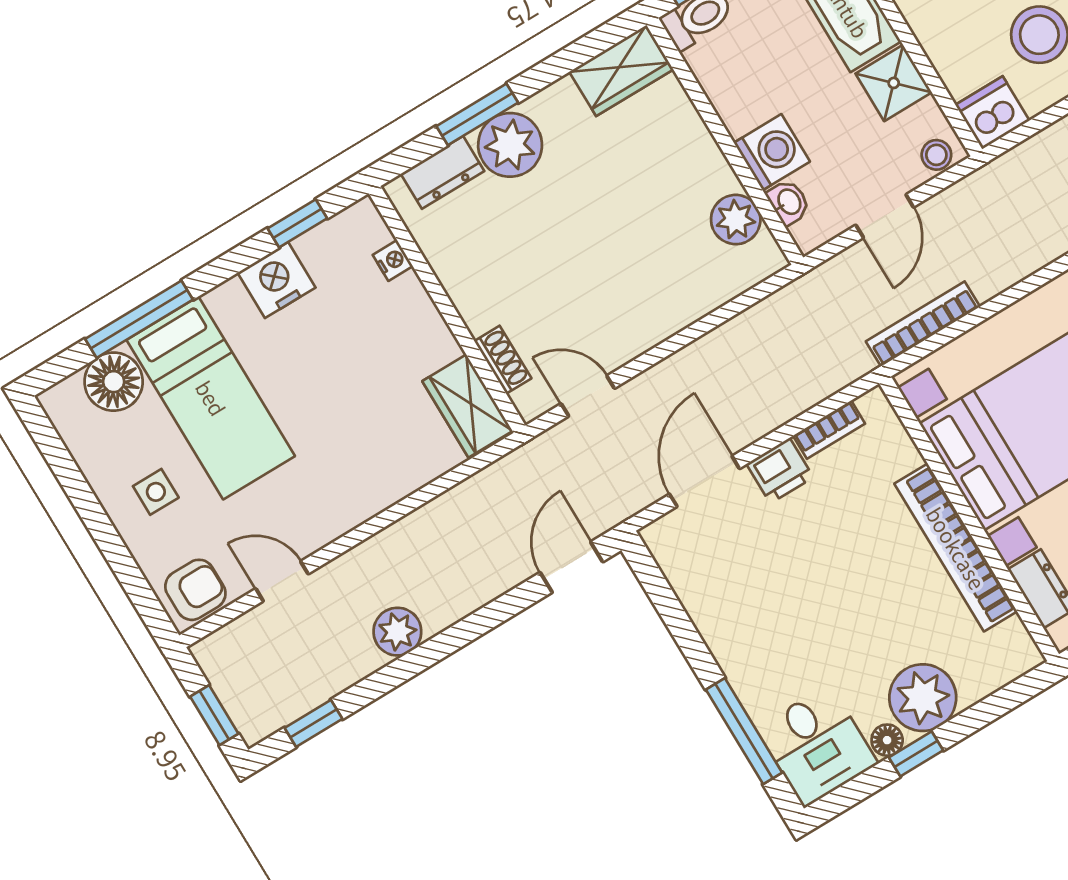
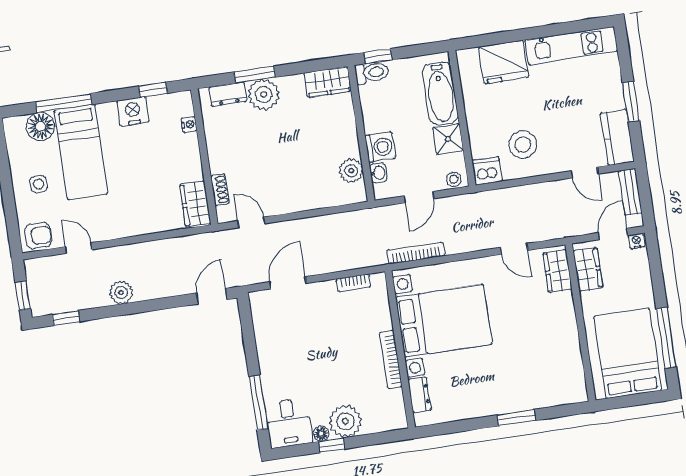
printer: (780, 471) -> (324, 292), removed
bookcase: (956, 548) -> (391, 360), width x0.68, depth x0.76

